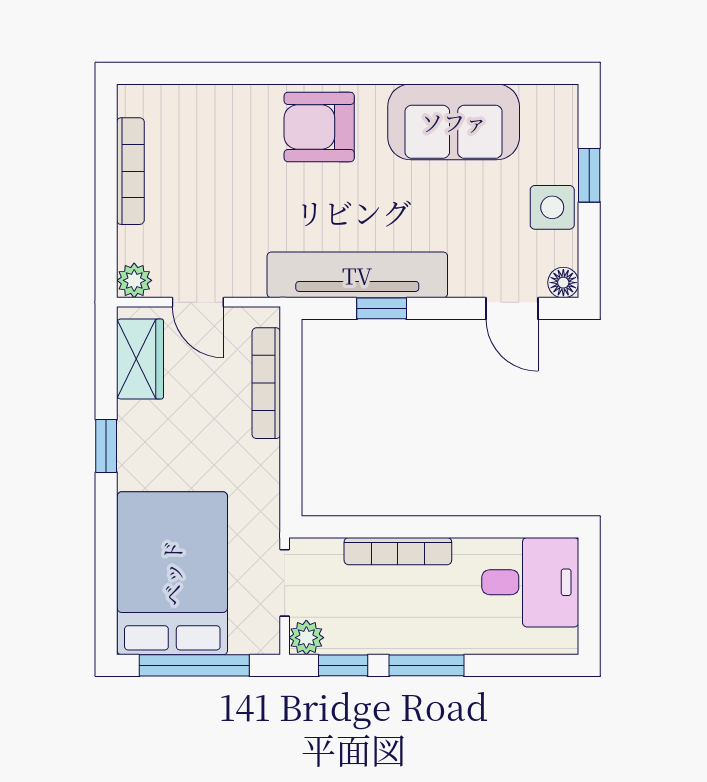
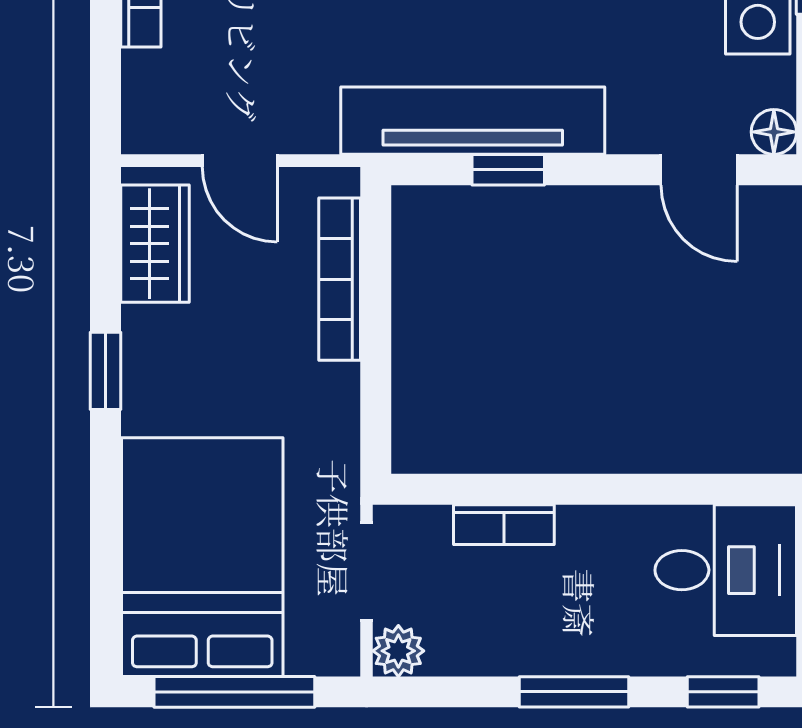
plant: (134, 280) -> (147, 129), removed
bookcase: (398, 551) -> (504, 525), width x0.64
window: (343, 665) -> (723, 692), moved

